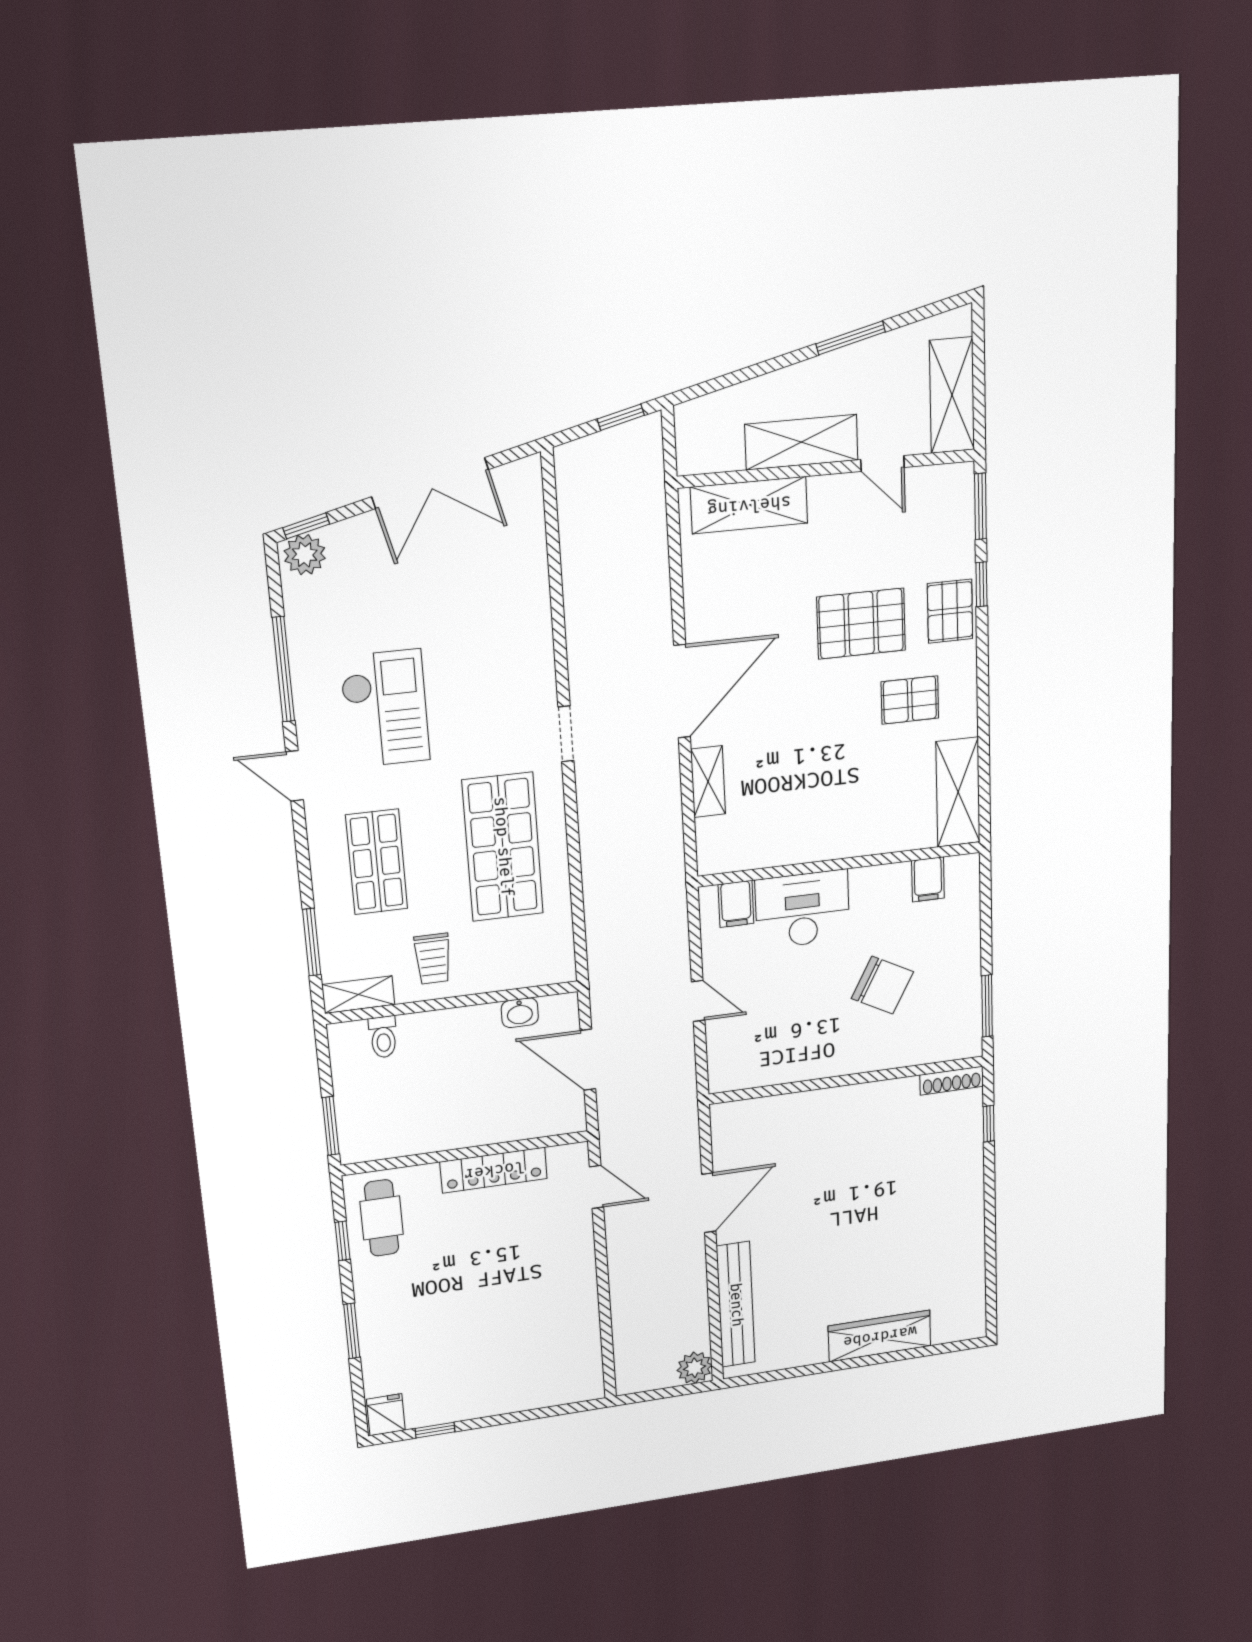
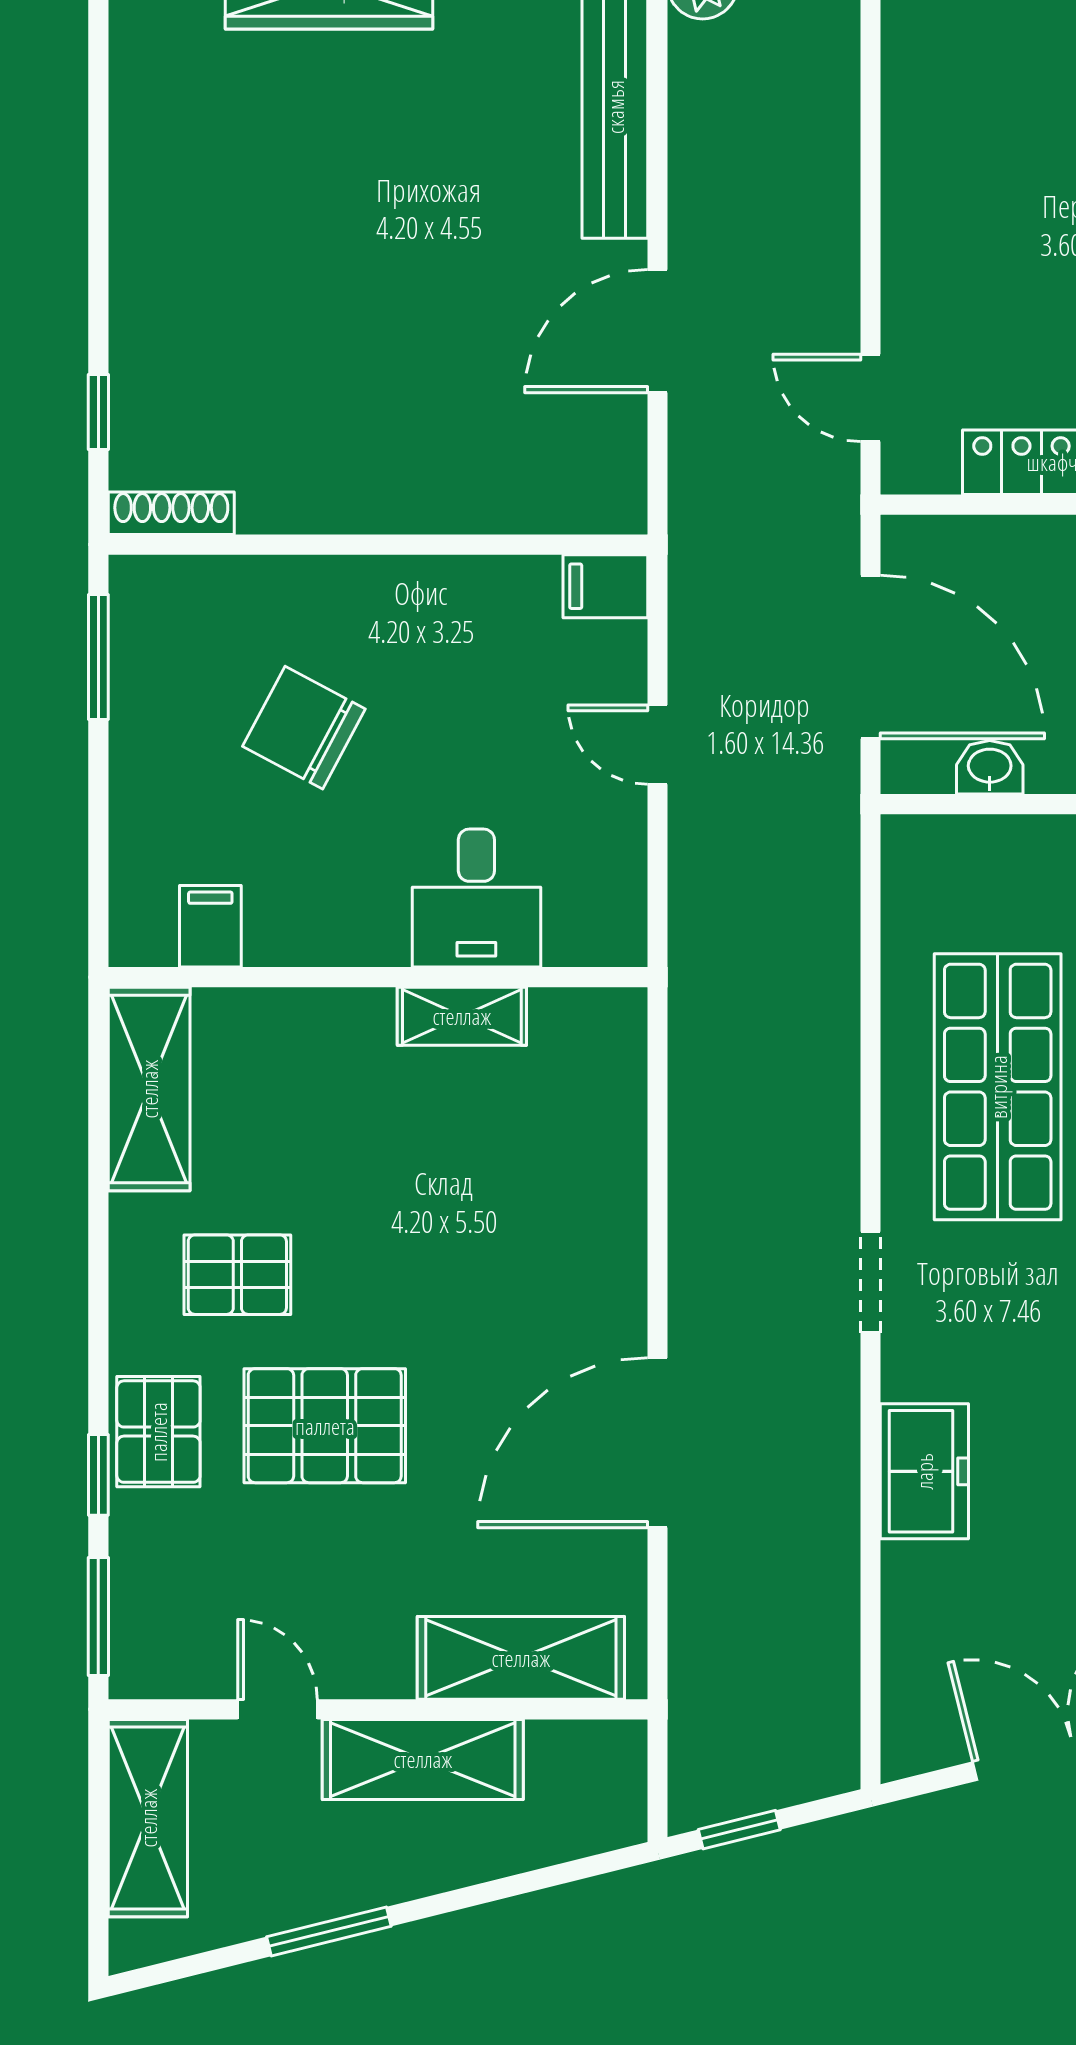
freezer: (528, 633) -> (924, 1471), added
door: (682, 691) -> (658, 1443), moved
shelving: (708, 782) -> (462, 1016), moved, turned 90
filing cabinet: (736, 904) -> (605, 586), moved, turned -90
desk: (802, 909) -> (476, 898), width x0.73
door: (588, 1060) -> (870, 657), width x1.36

